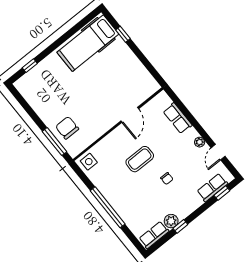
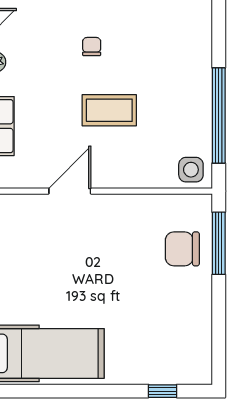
chair: (67, 128) -> (182, 249), turned 90
window: (108, 207) -> (219, 116), moved

